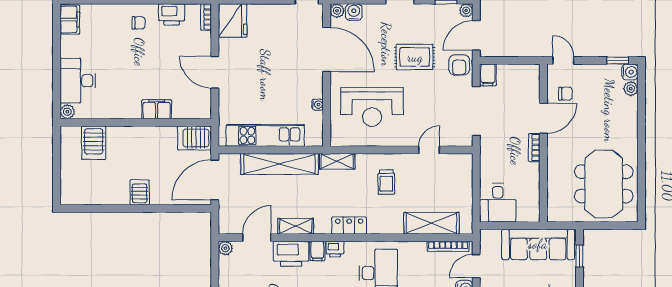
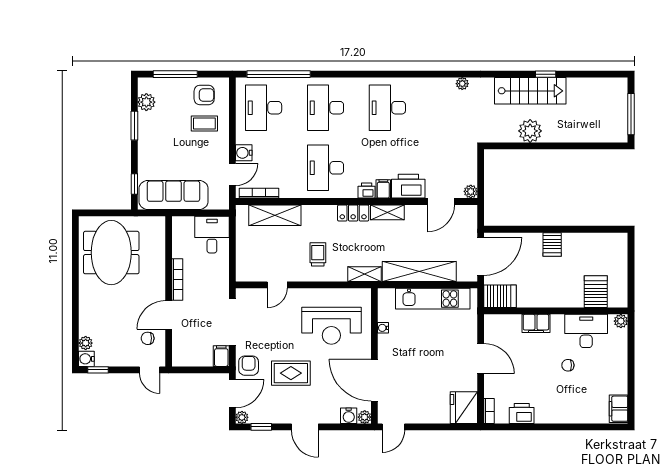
chair: (138, 23) -> (568, 365), moved
desk: (78, 81) -> (586, 331), moved, turned -90
reception desk: (372, 107) -> (331, 326), turned 180
bookcase: (534, 148) -> (177, 280), width x1.56
shelving: (296, 226) -> (387, 212), moved

